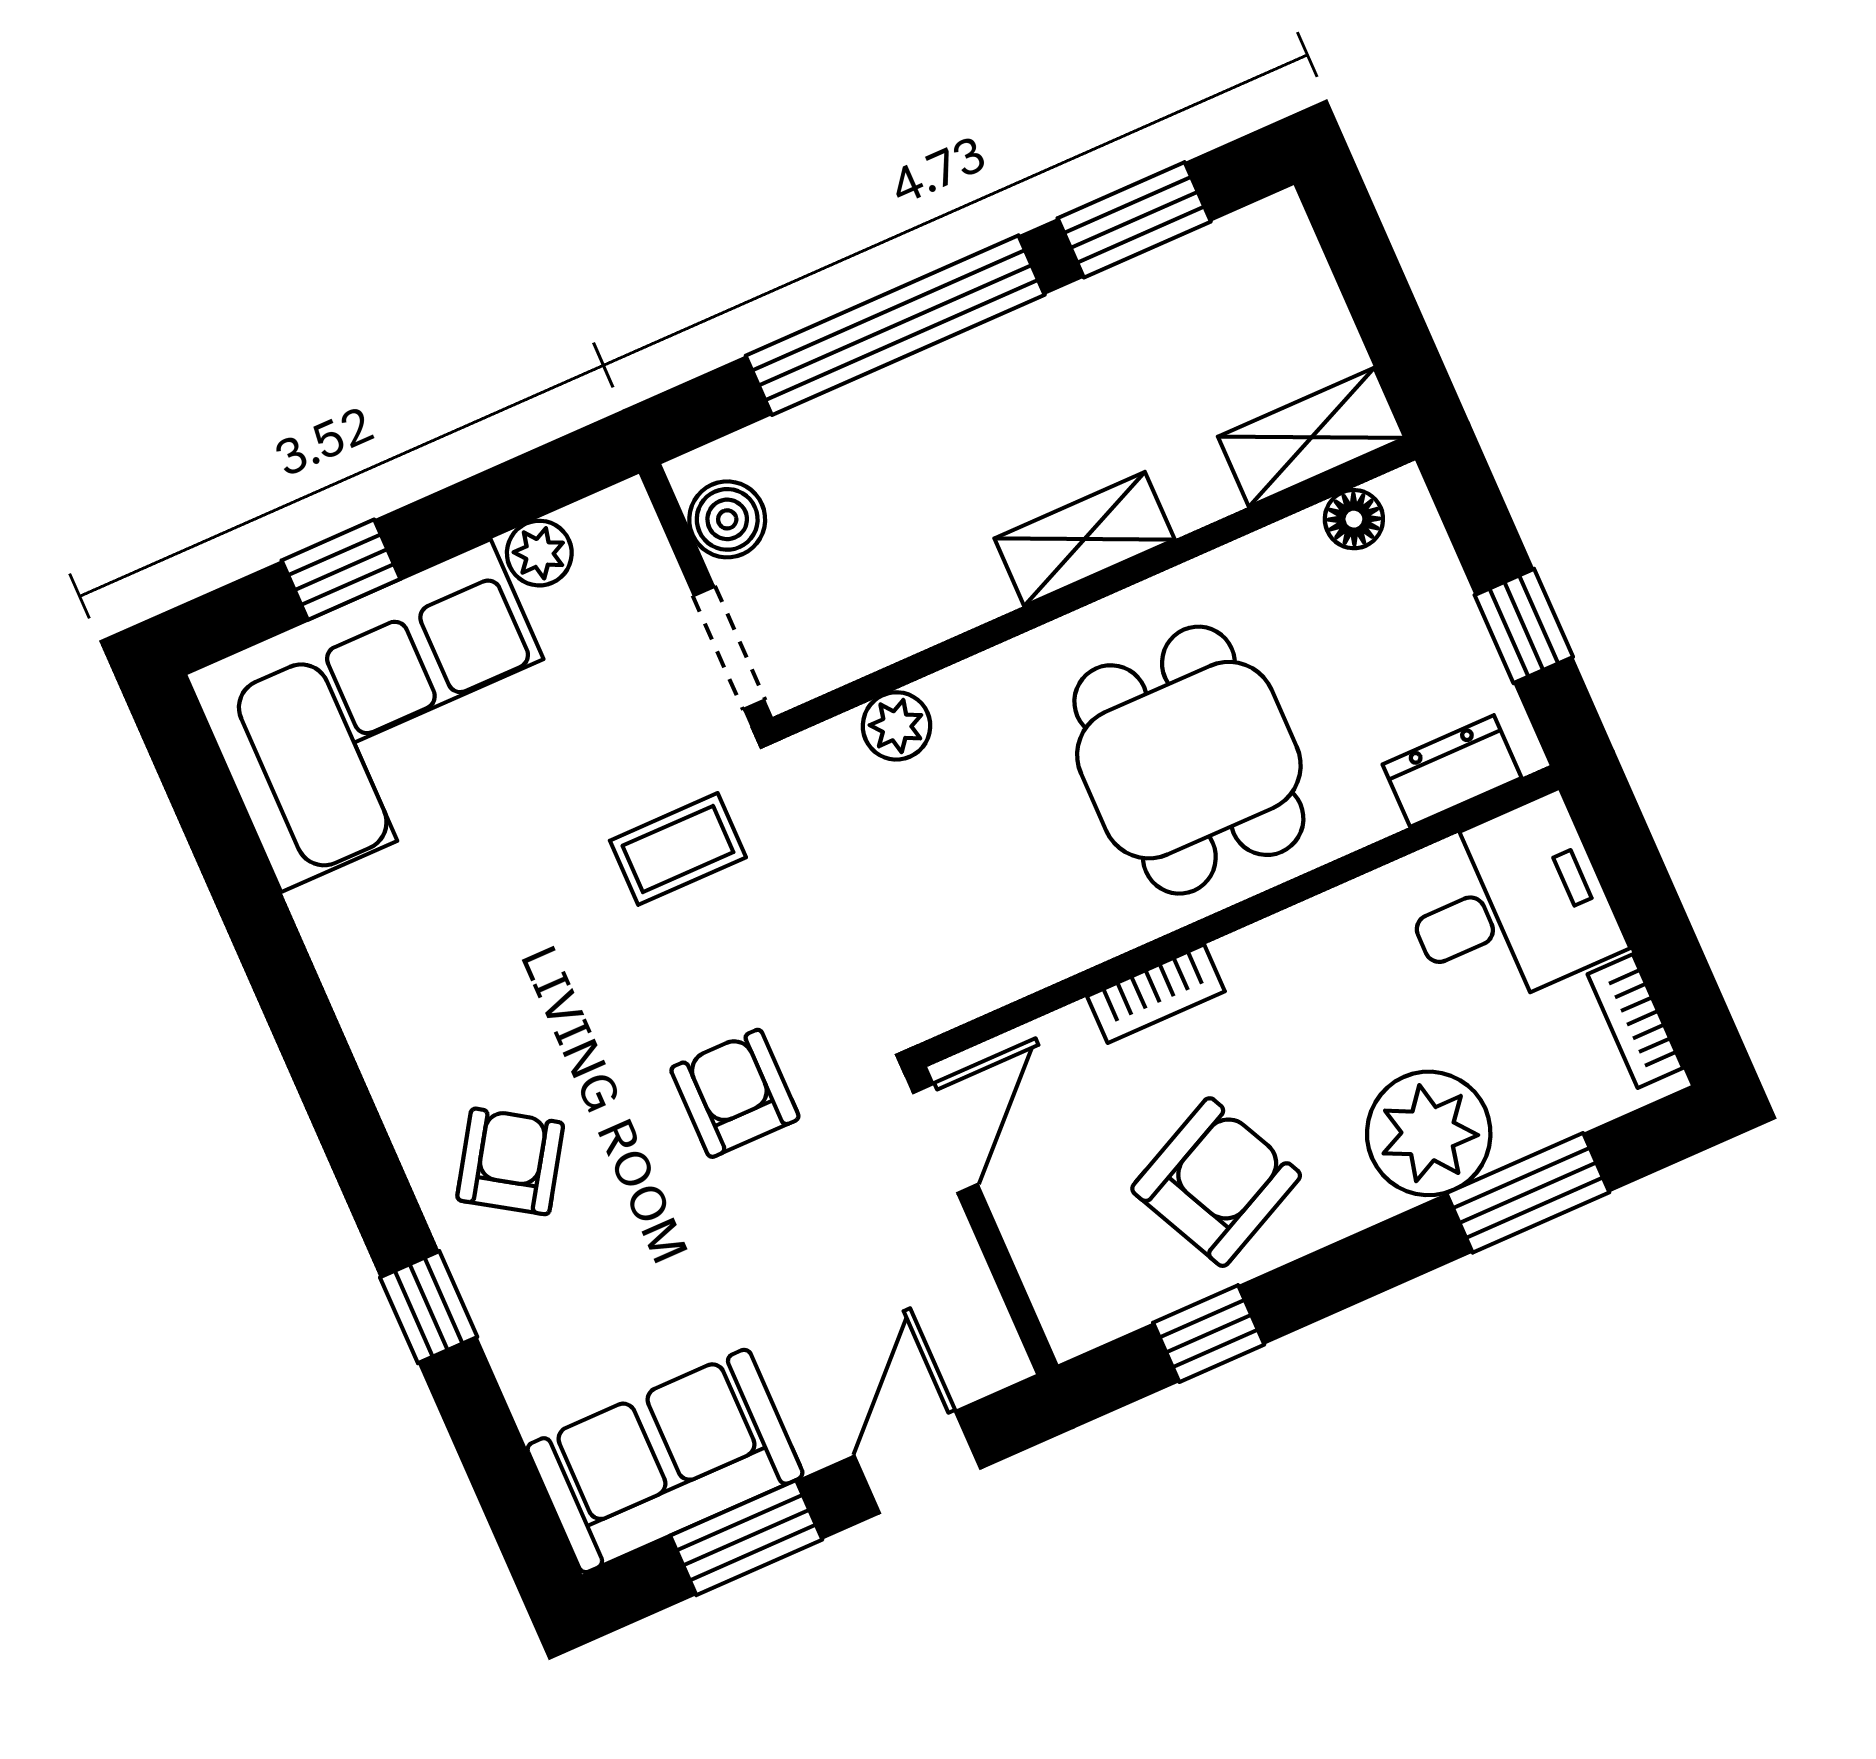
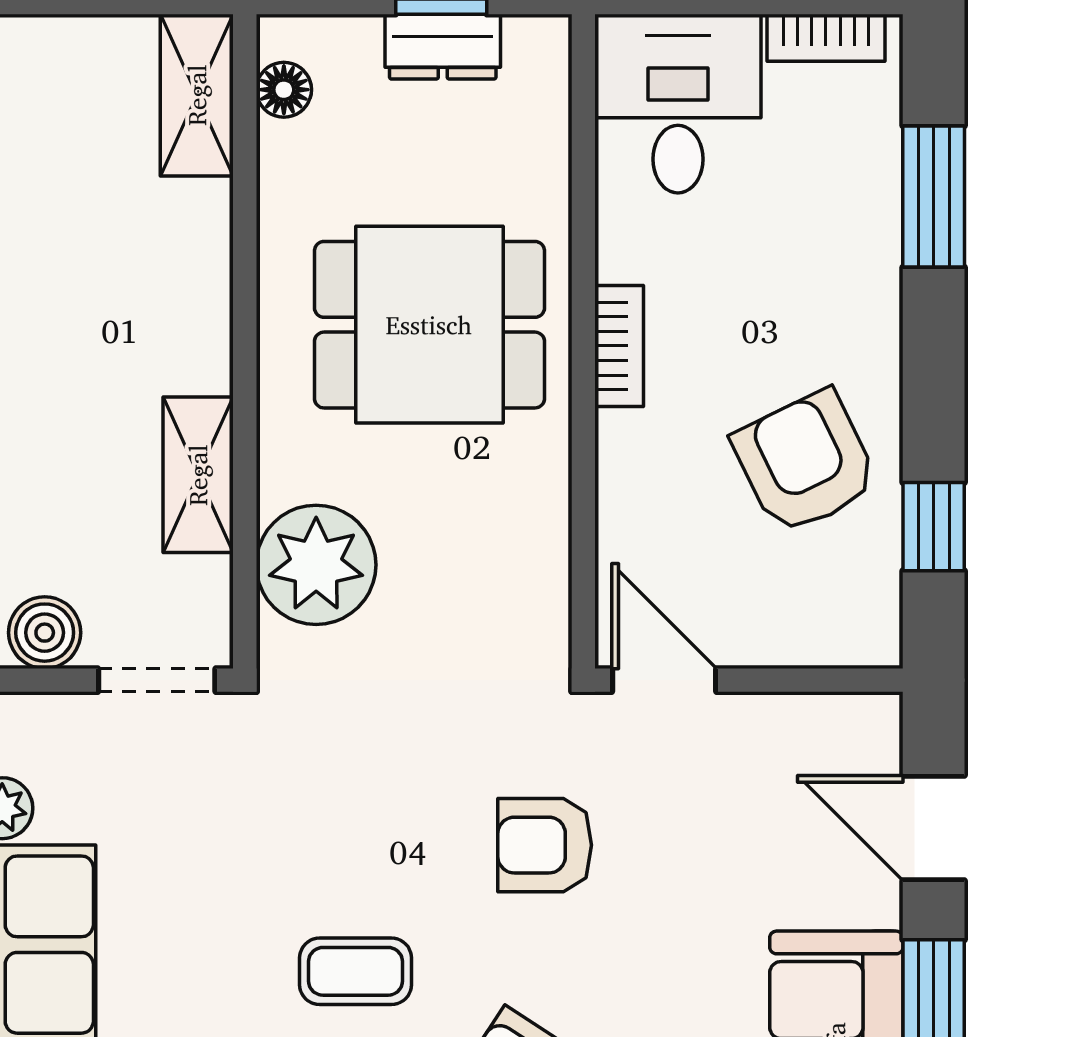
shelving: (1085, 539) -> (198, 475), moved
plant: (896, 726) -> (316, 565), width x1.87, depth x1.87
dresser: (1452, 771) -> (443, 47), moved, turned -90
coffee table: (678, 849) -> (356, 971), moved, turned 90
bookcase: (1156, 994) -> (619, 346), moved
plant: (1429, 1133) -> (844, 260), removed

